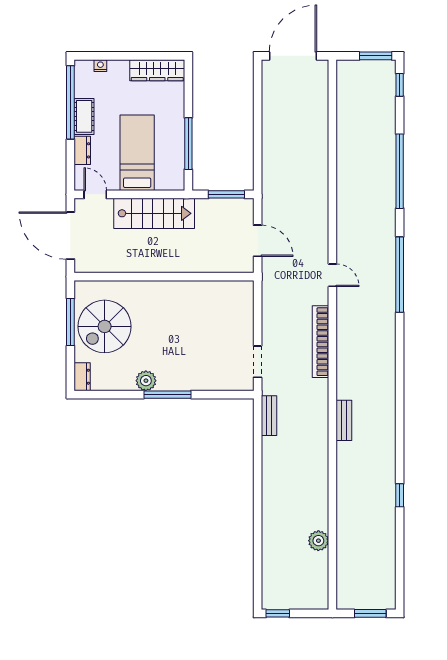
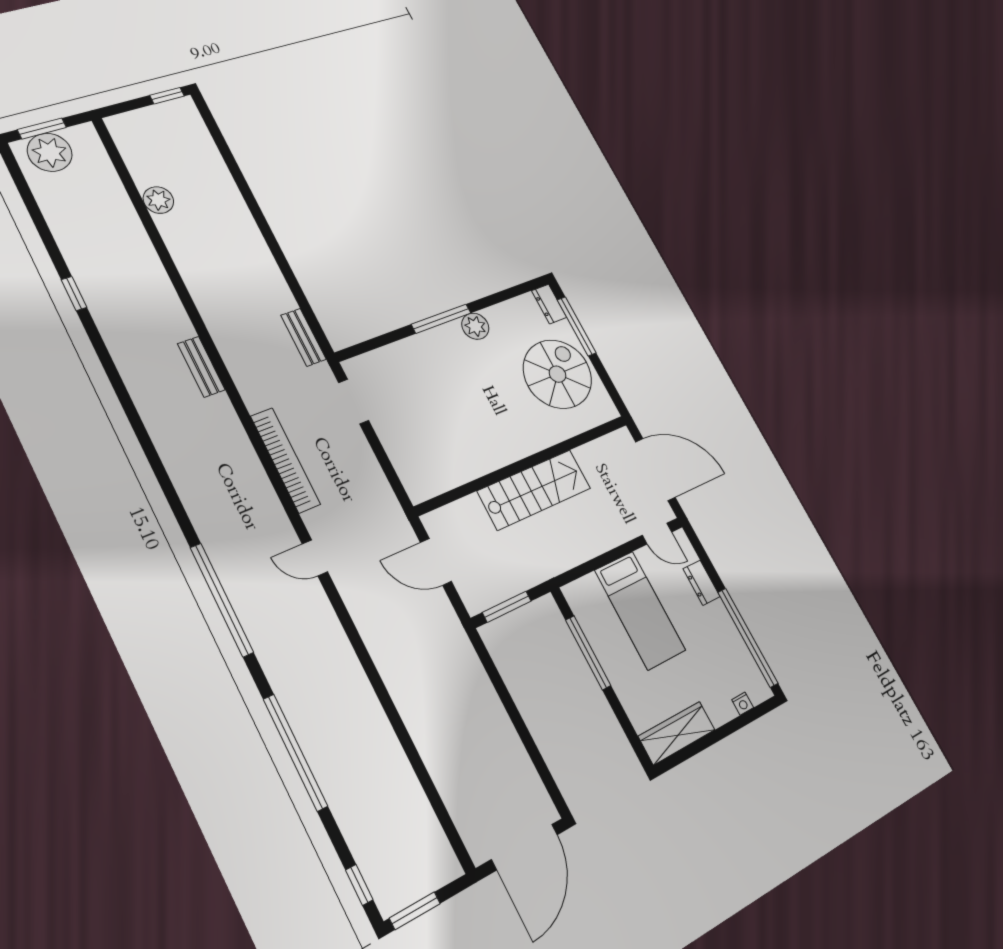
cot: (84, 116) -> (724, 627), removed
stairs: (154, 213) -> (534, 490), moved, turned 180
window: (70, 322) -> (577, 326), moved
plant: (373, 595) -> (50, 152), added

